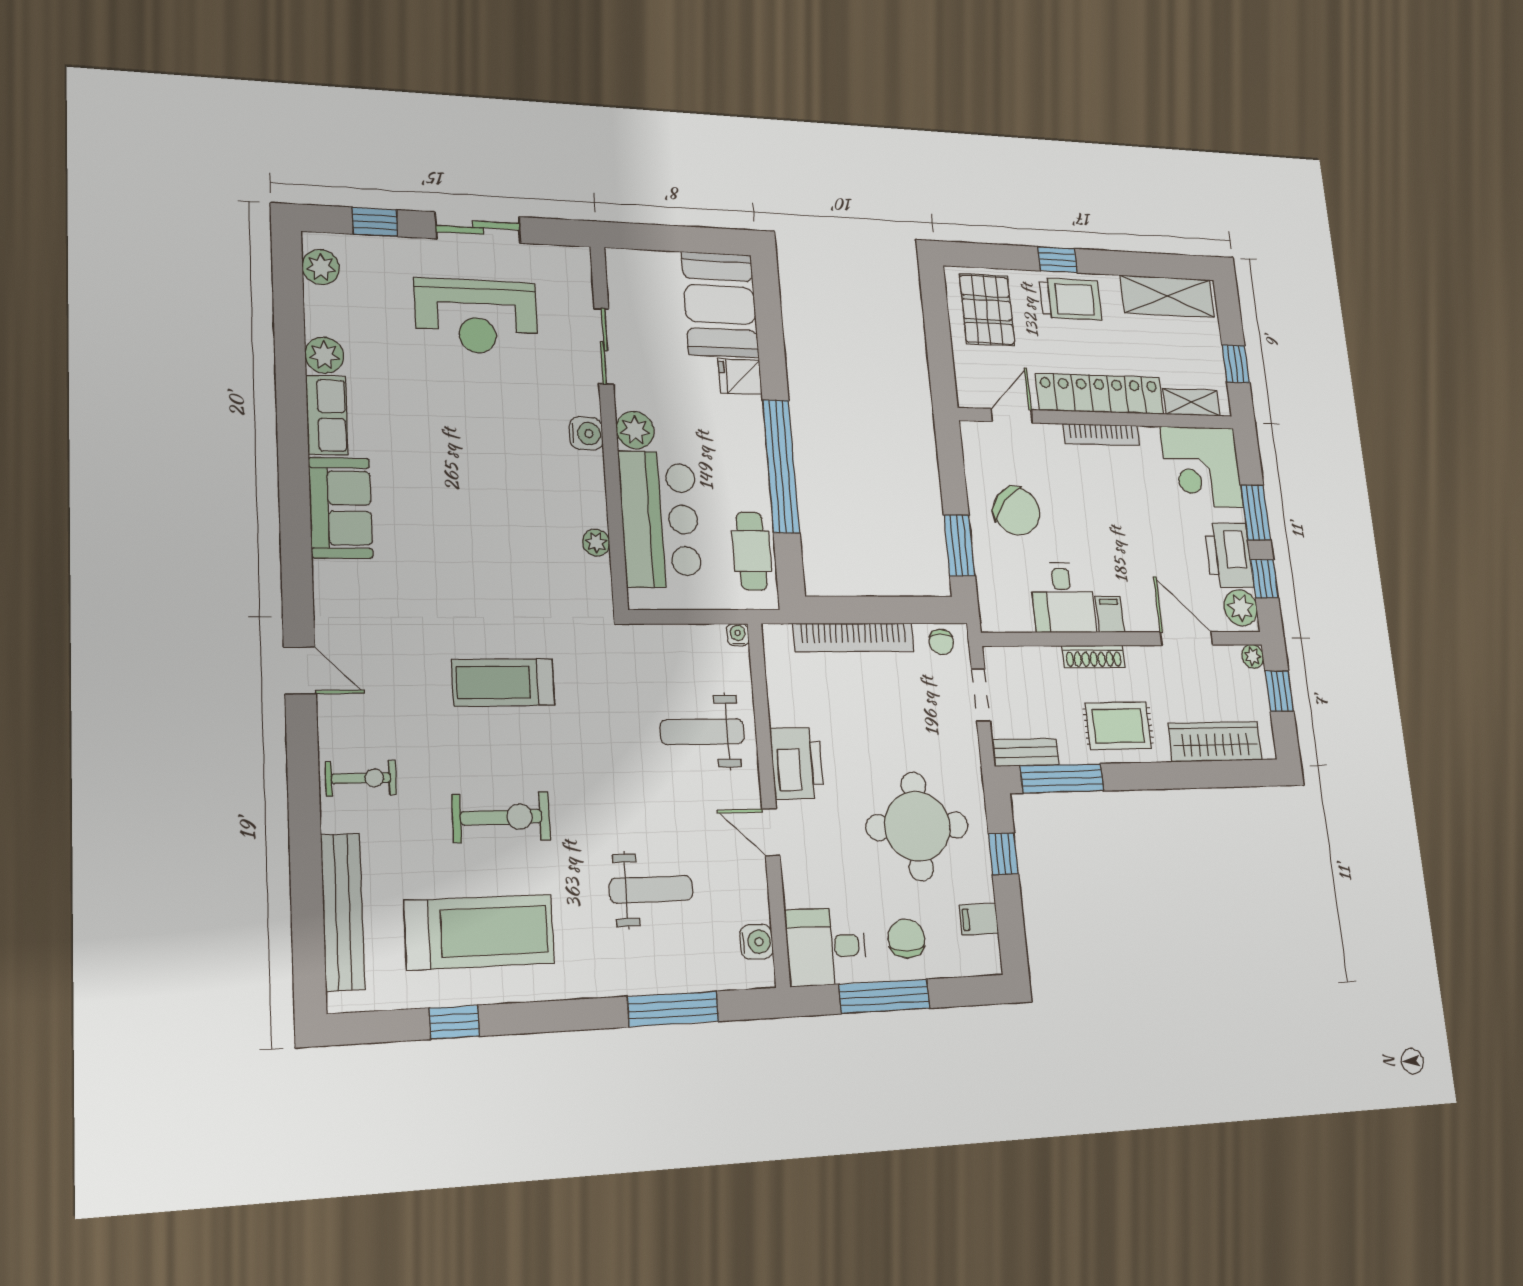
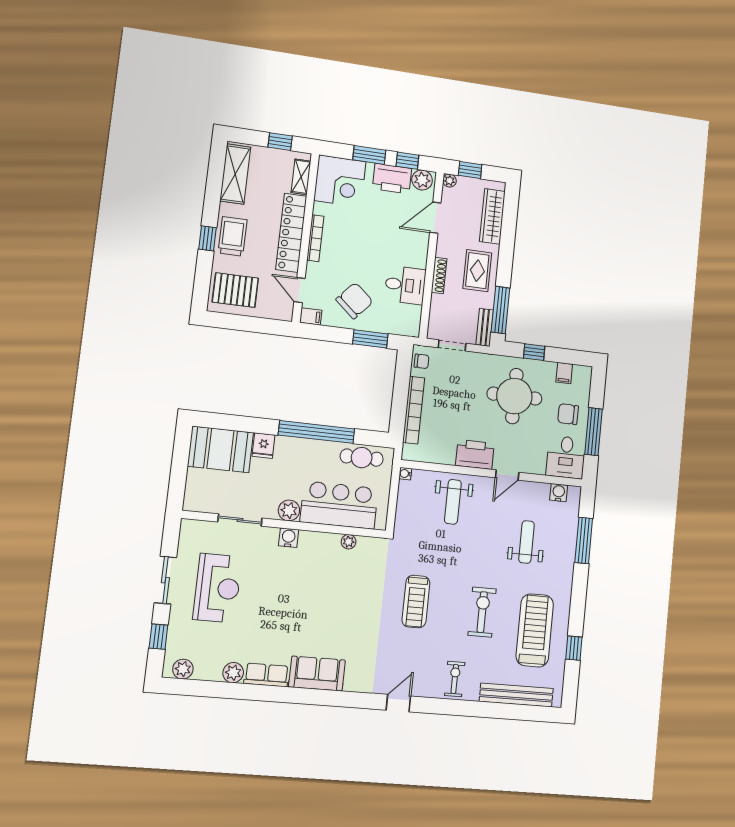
filing cabinet: (1110, 614) -> (311, 316), moved, turned 180

